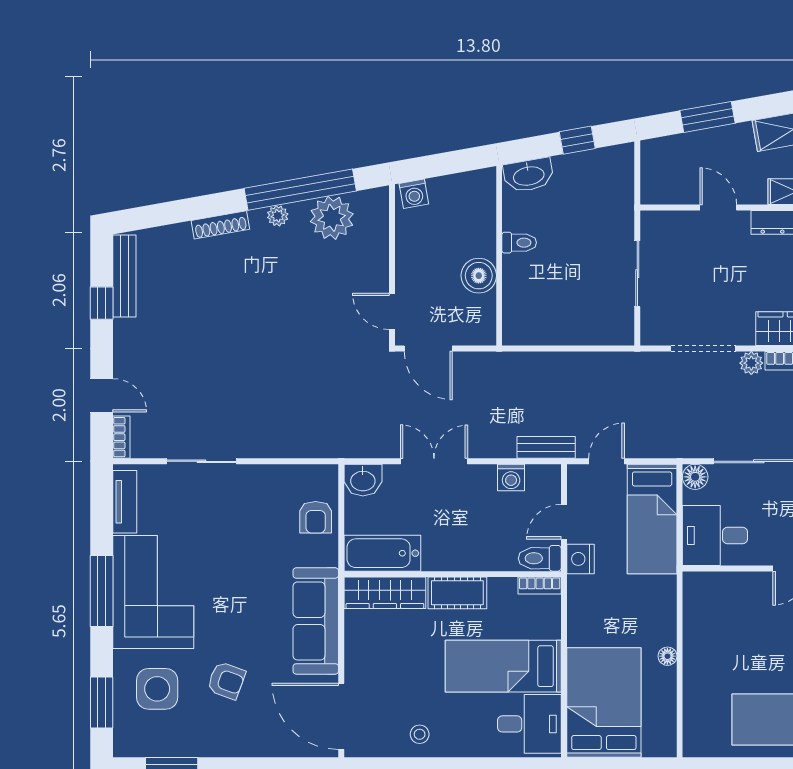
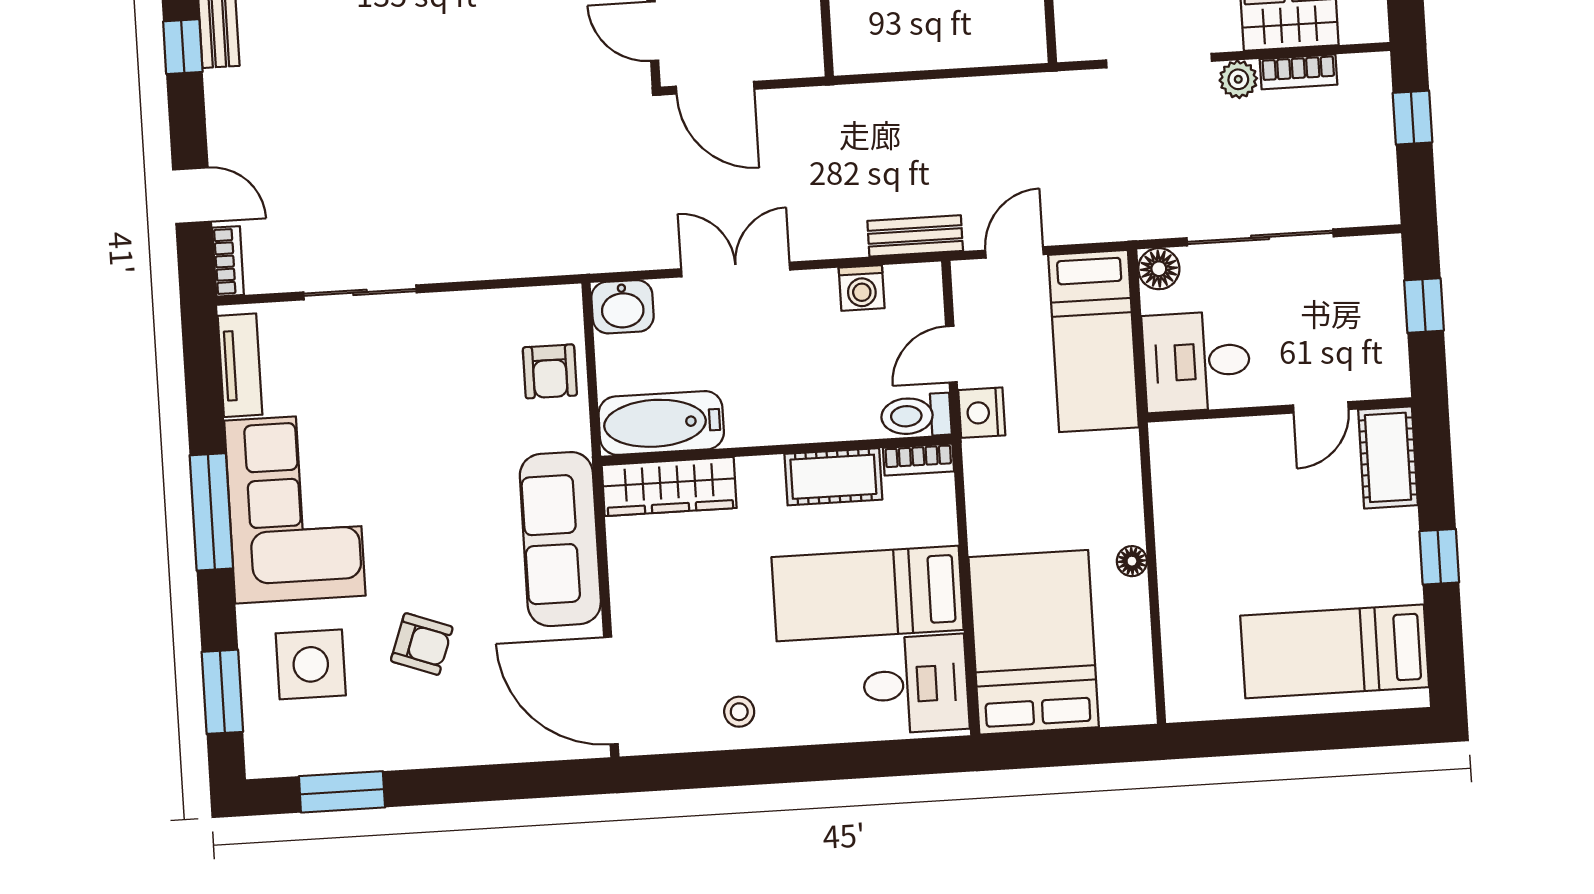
cot: (457, 593) -> (833, 477), moved

